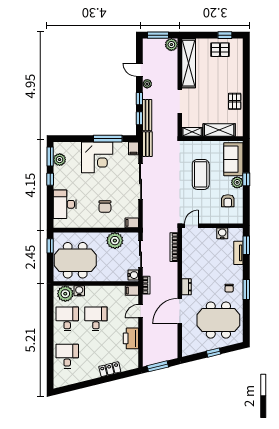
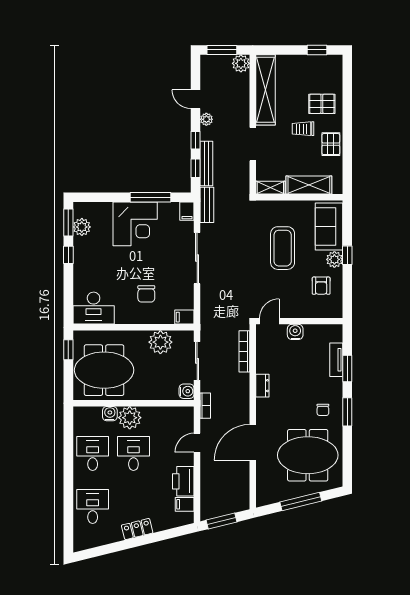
pallet: (220, 50) -> (322, 104), moved
trolley: (215, 91) -> (303, 129), added
desk: (65, 204) -> (94, 308), moved, turned -90
water cooler: (222, 233) -> (295, 332), moved
window: (246, 245) -> (347, 368), moved
dresser: (187, 287) -> (262, 386), moved
filing cabinet: (132, 291) -> (185, 504), moved
plant: (65, 294) -> (130, 418), moved
window: (213, 353) -> (301, 502), width x2.17
locker: (110, 369) -> (137, 529), moved

